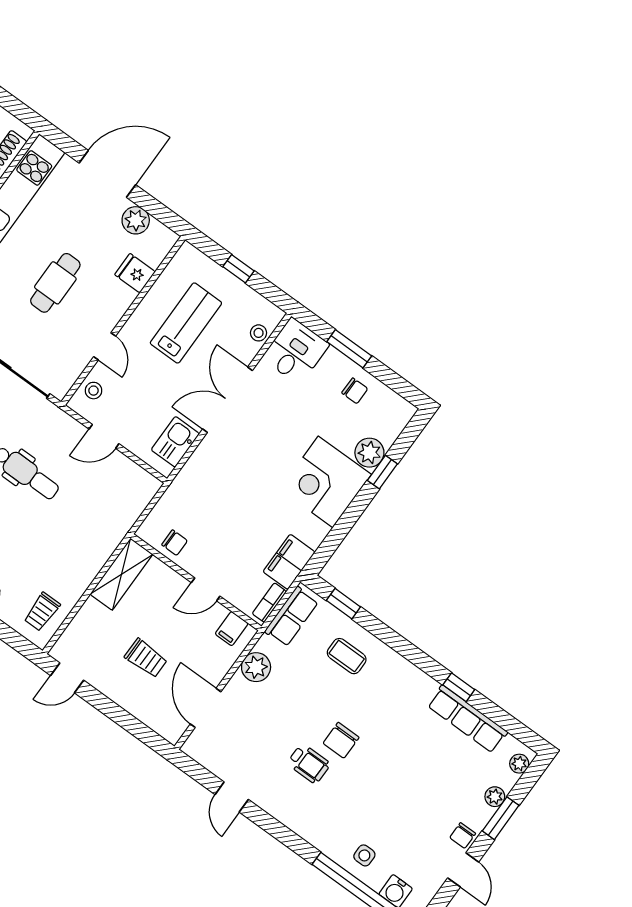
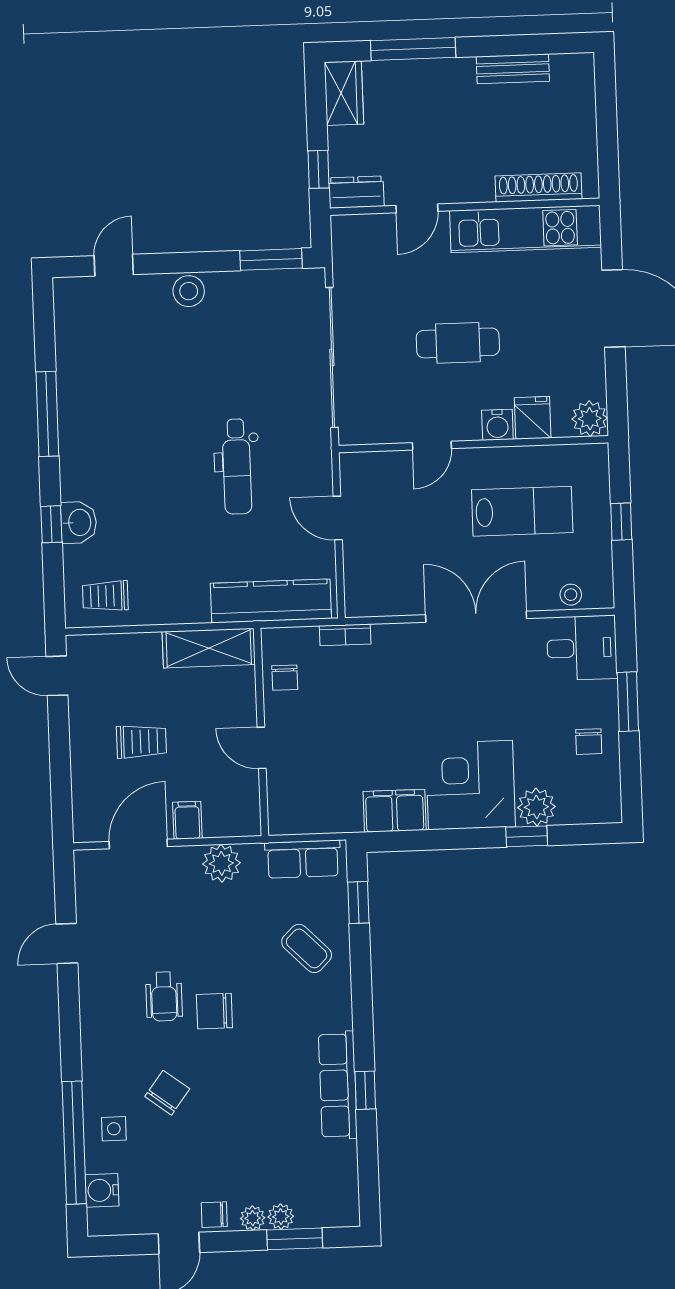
plant: (136, 220) -> (590, 419), moved
water cooler: (123, 297) -> (497, 425), added
stool: (94, 391) -> (377, 470), removed
kitchen sink: (175, 442) -> (390, 597), removed
kitchen counter: (122, 515) -> (271, 601), added
filing cabinet: (289, 562) -> (395, 811), moved
bookcase: (269, 603) -> (345, 635), moved, turned 180
filing cabinet: (232, 629) -> (187, 820), moved, turned 90
coffee table: (347, 656) -> (307, 948), turned -45
trolley: (146, 658) -> (141, 742), turned -90
row of seats: (467, 719) -> (338, 1085), moved
plant: (519, 764) -> (253, 1218), moved
chair: (368, 807) -> (167, 1093), added
window: (501, 818) -> (295, 1239), moved

